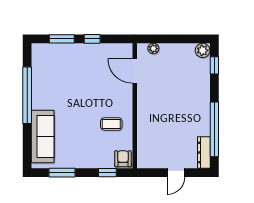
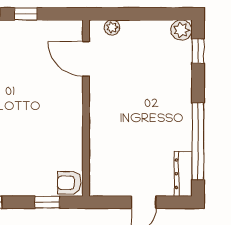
coffee table: (111, 124) -> (53, 134), removed
armchair: (123, 159) -> (69, 183), turned -90

